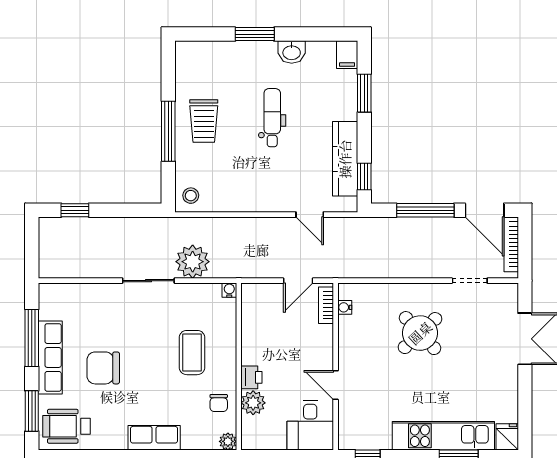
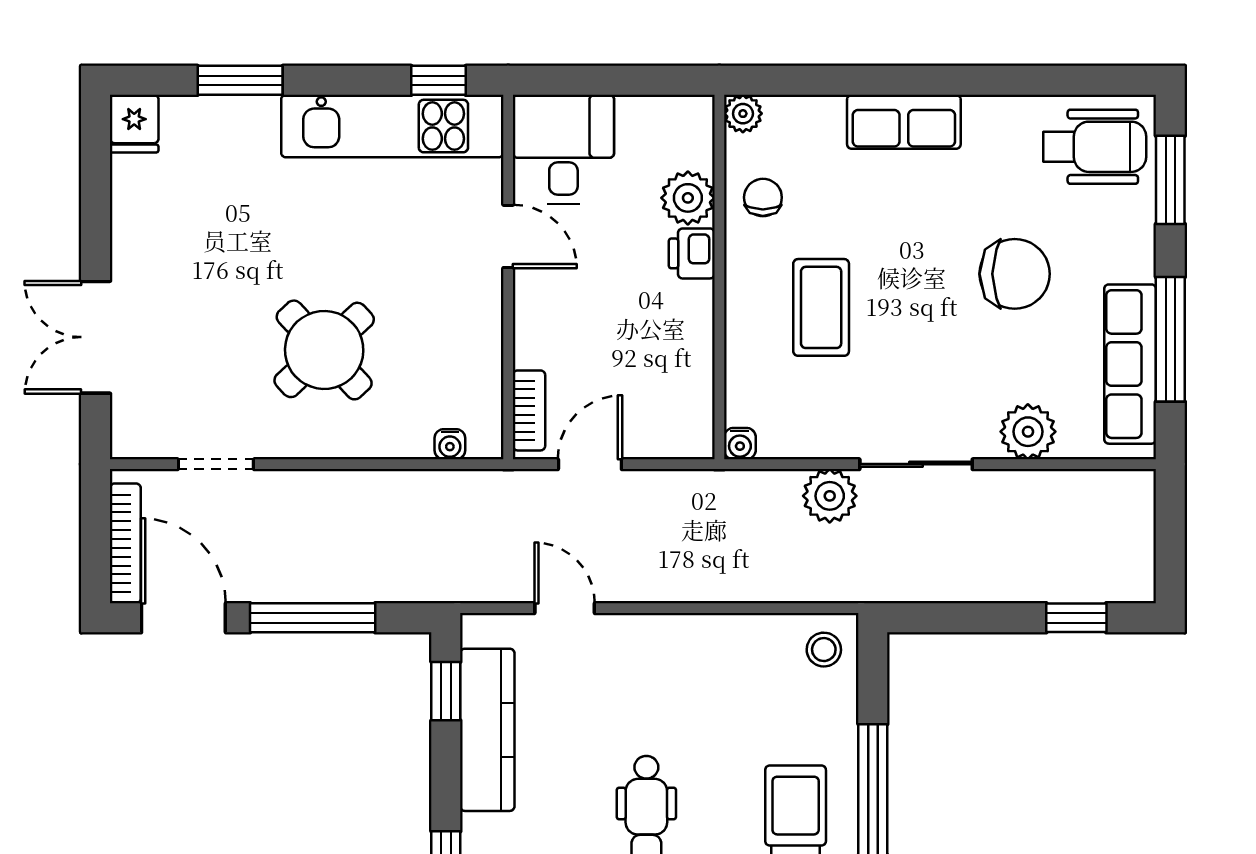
plant: (193, 262) -> (830, 496), width x0.73, depth x0.73
plant: (97, 296) -> (1028, 432), added
water cooler: (345, 307) -> (450, 444), moved, turned 90
row of seats: (50, 357) -> (1130, 364), moved
kitchen unit: (443, 436) -> (392, 126), moved

